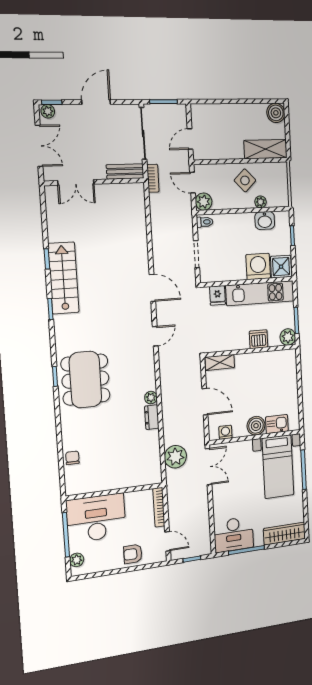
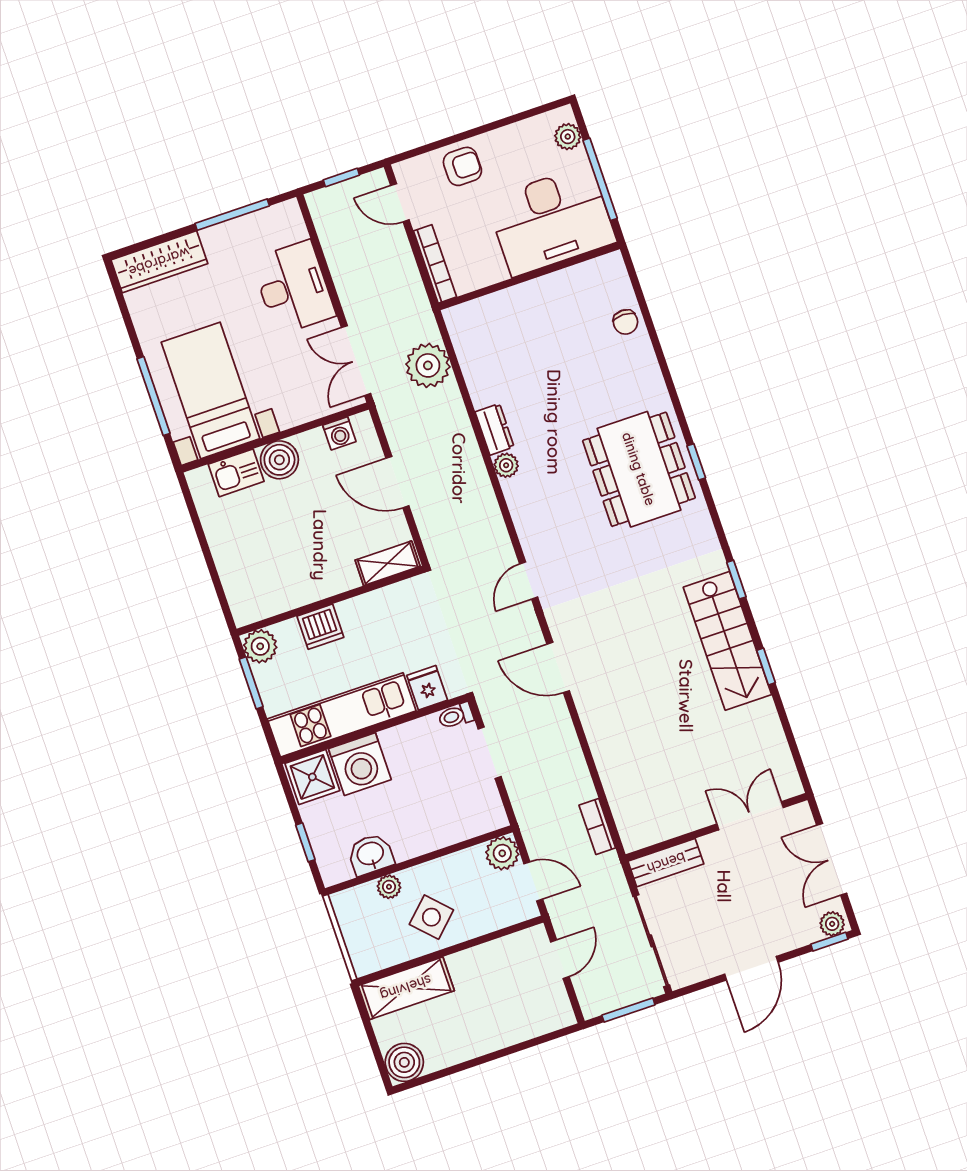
bookcase: (153, 178) -> (597, 826), moved
toilet: (205, 222) -> (456, 716), moved
desk: (234, 534) -> (293, 288), moved, turned 90

